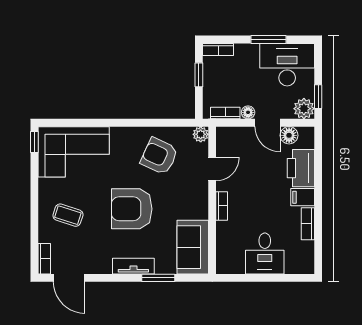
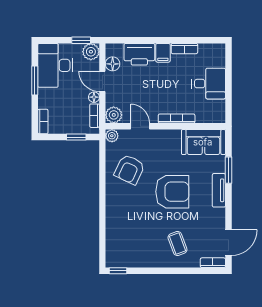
window: (199, 75) -> (76, 137), moved
door: (267, 123) -> (102, 81), swing flipped
plant: (226, 137) -> (114, 115), added
corner sofa: (74, 152) -> (126, 239), removed
bookcase: (222, 206) -> (177, 119), width x1.56
armchair: (132, 209) -> (172, 192), turned -90
coffee table: (68, 215) -> (177, 244), turned -38

